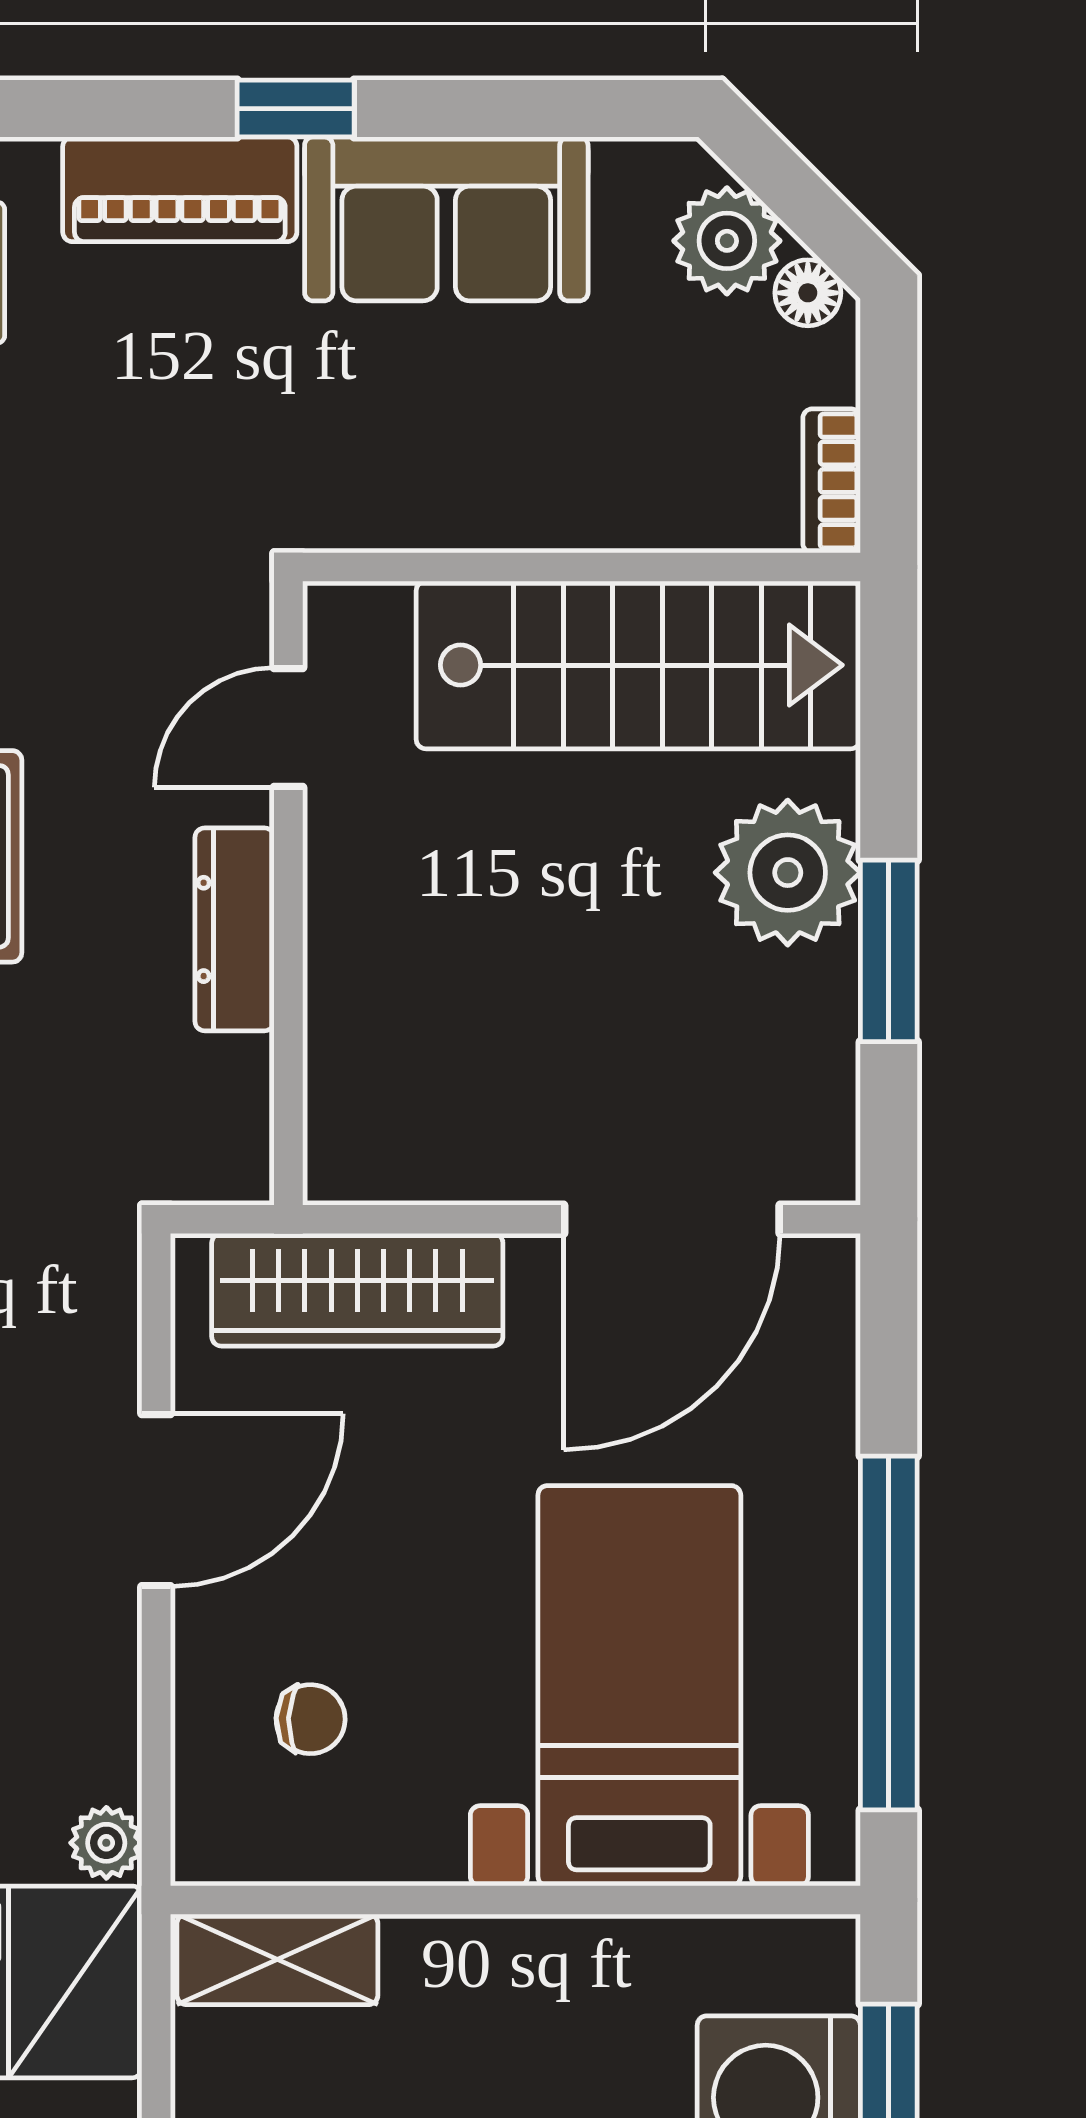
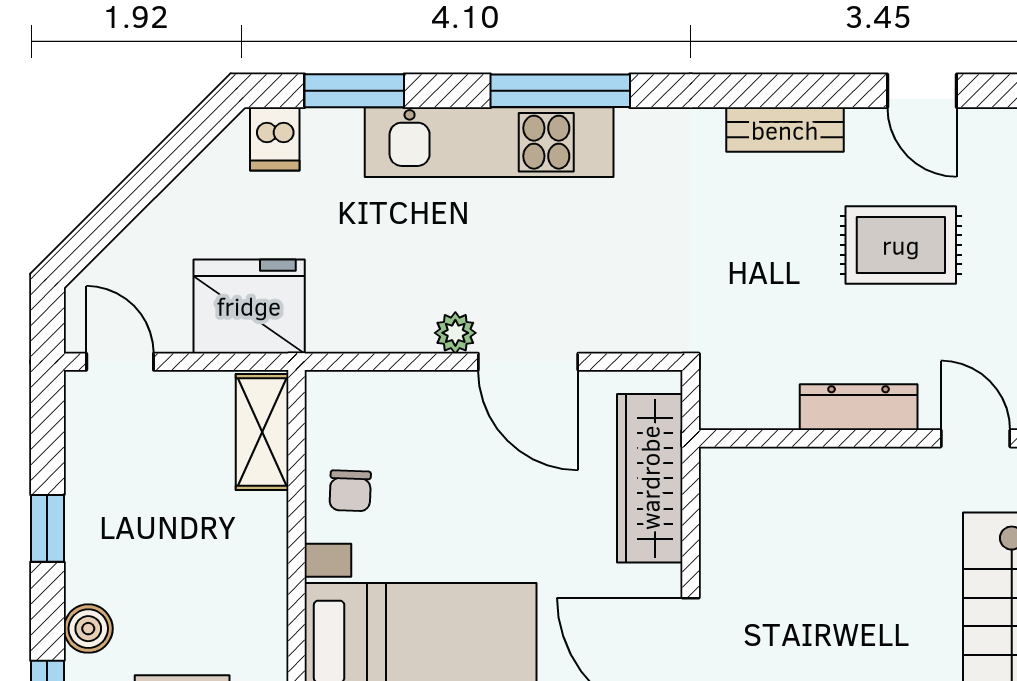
chair: (311, 1719) -> (350, 491), moved
plant: (106, 1843) -> (455, 333), moved

